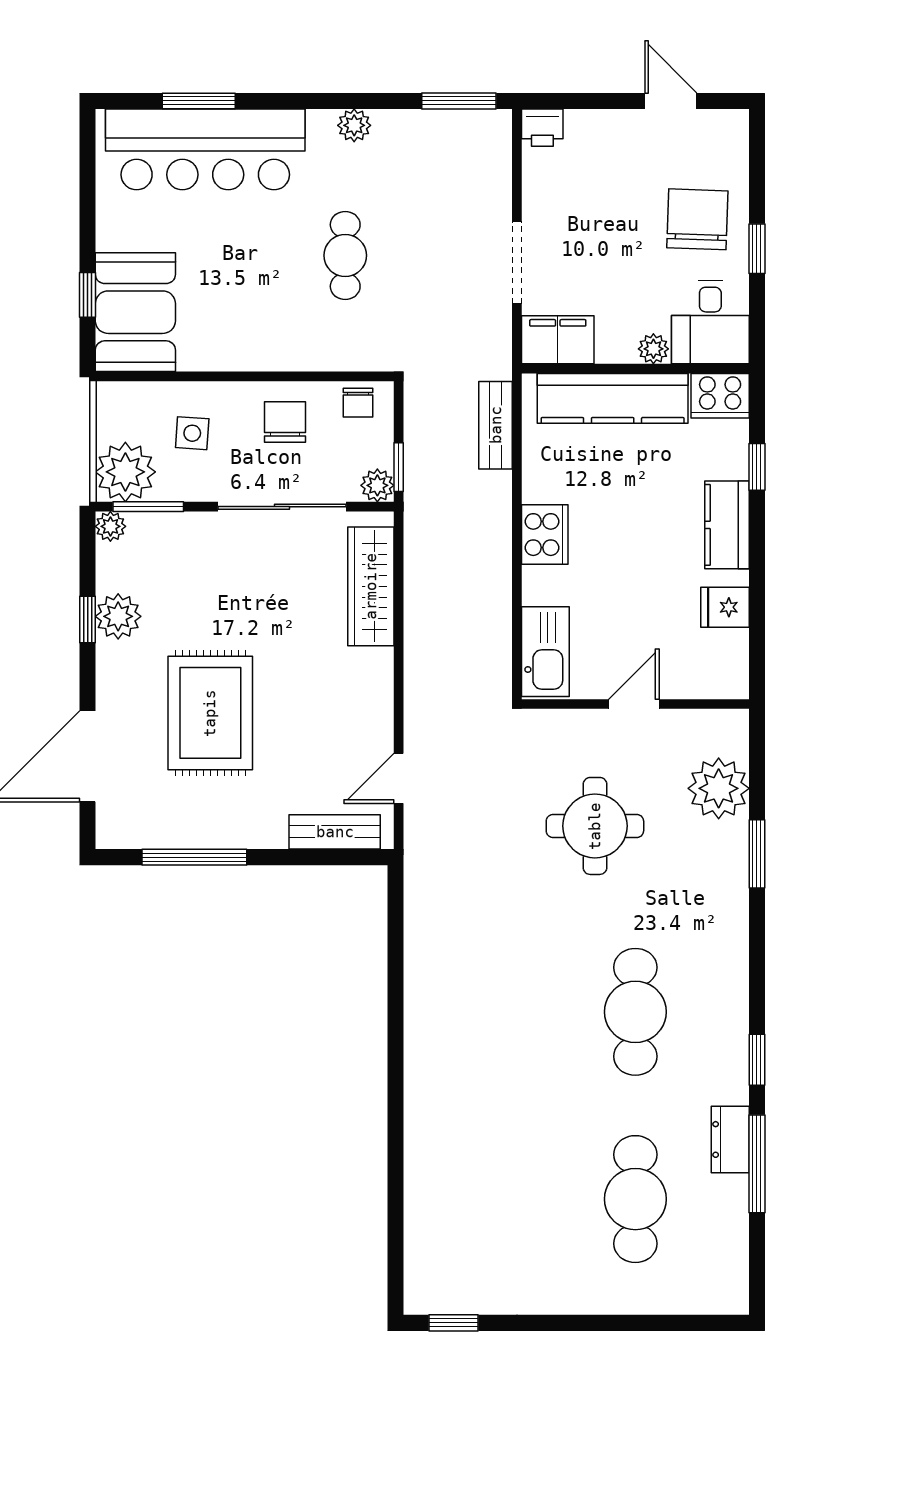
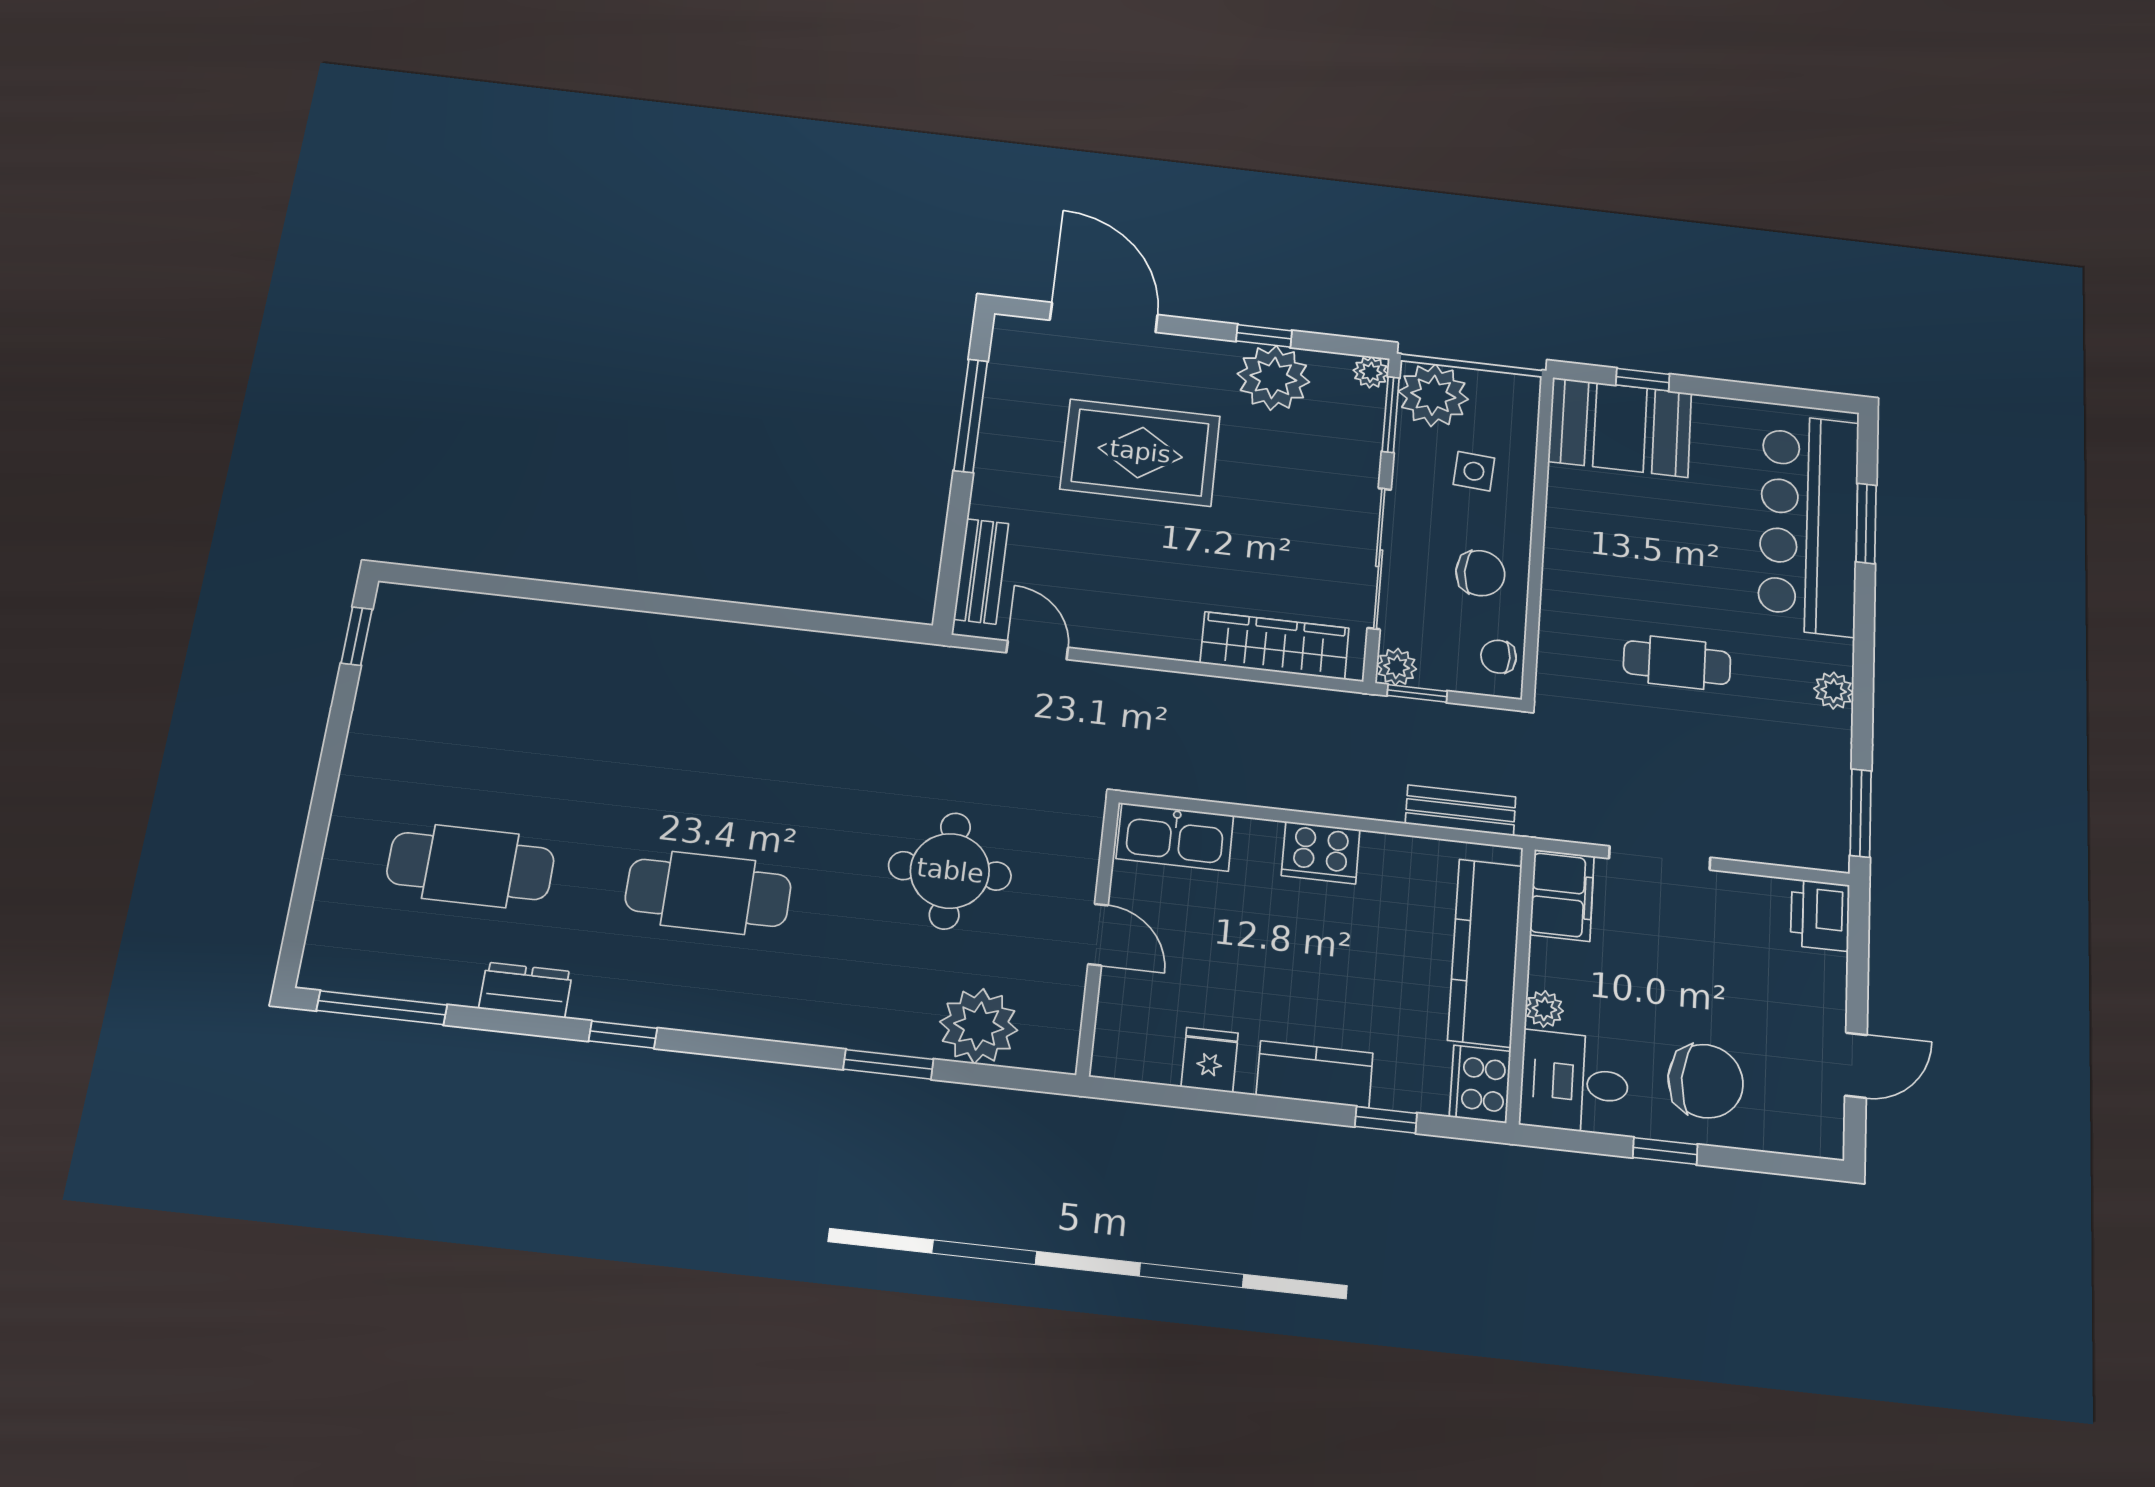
printer: (542, 128) -> (1820, 915), width x1.36, depth x1.24
plant: (118, 616) -> (1273, 378), width x1.36, depth x1.36
window: (757, 1164) -> (382, 1008), moved

